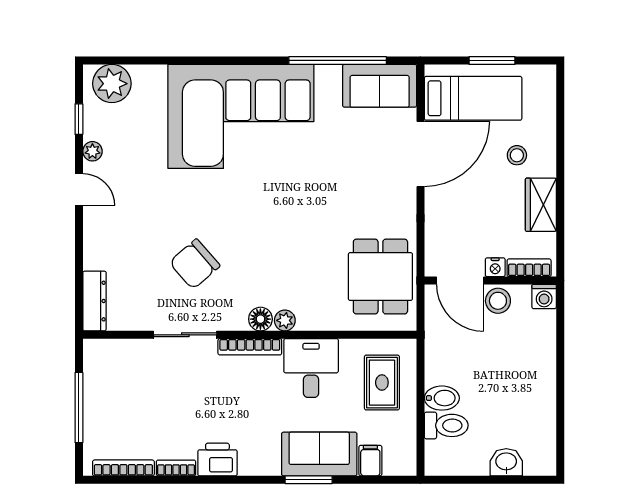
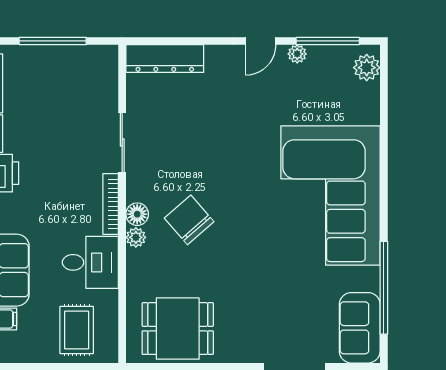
plant: (112, 84) -> (367, 68), width x0.73, depth x0.73
window: (79, 119) -> (328, 41), width x2.17
chair: (195, 264) -> (189, 220), moved
dresser: (94, 301) -> (165, 59), width x1.37, depth x1.24
rug: (382, 383) -> (77, 330), turned 90

